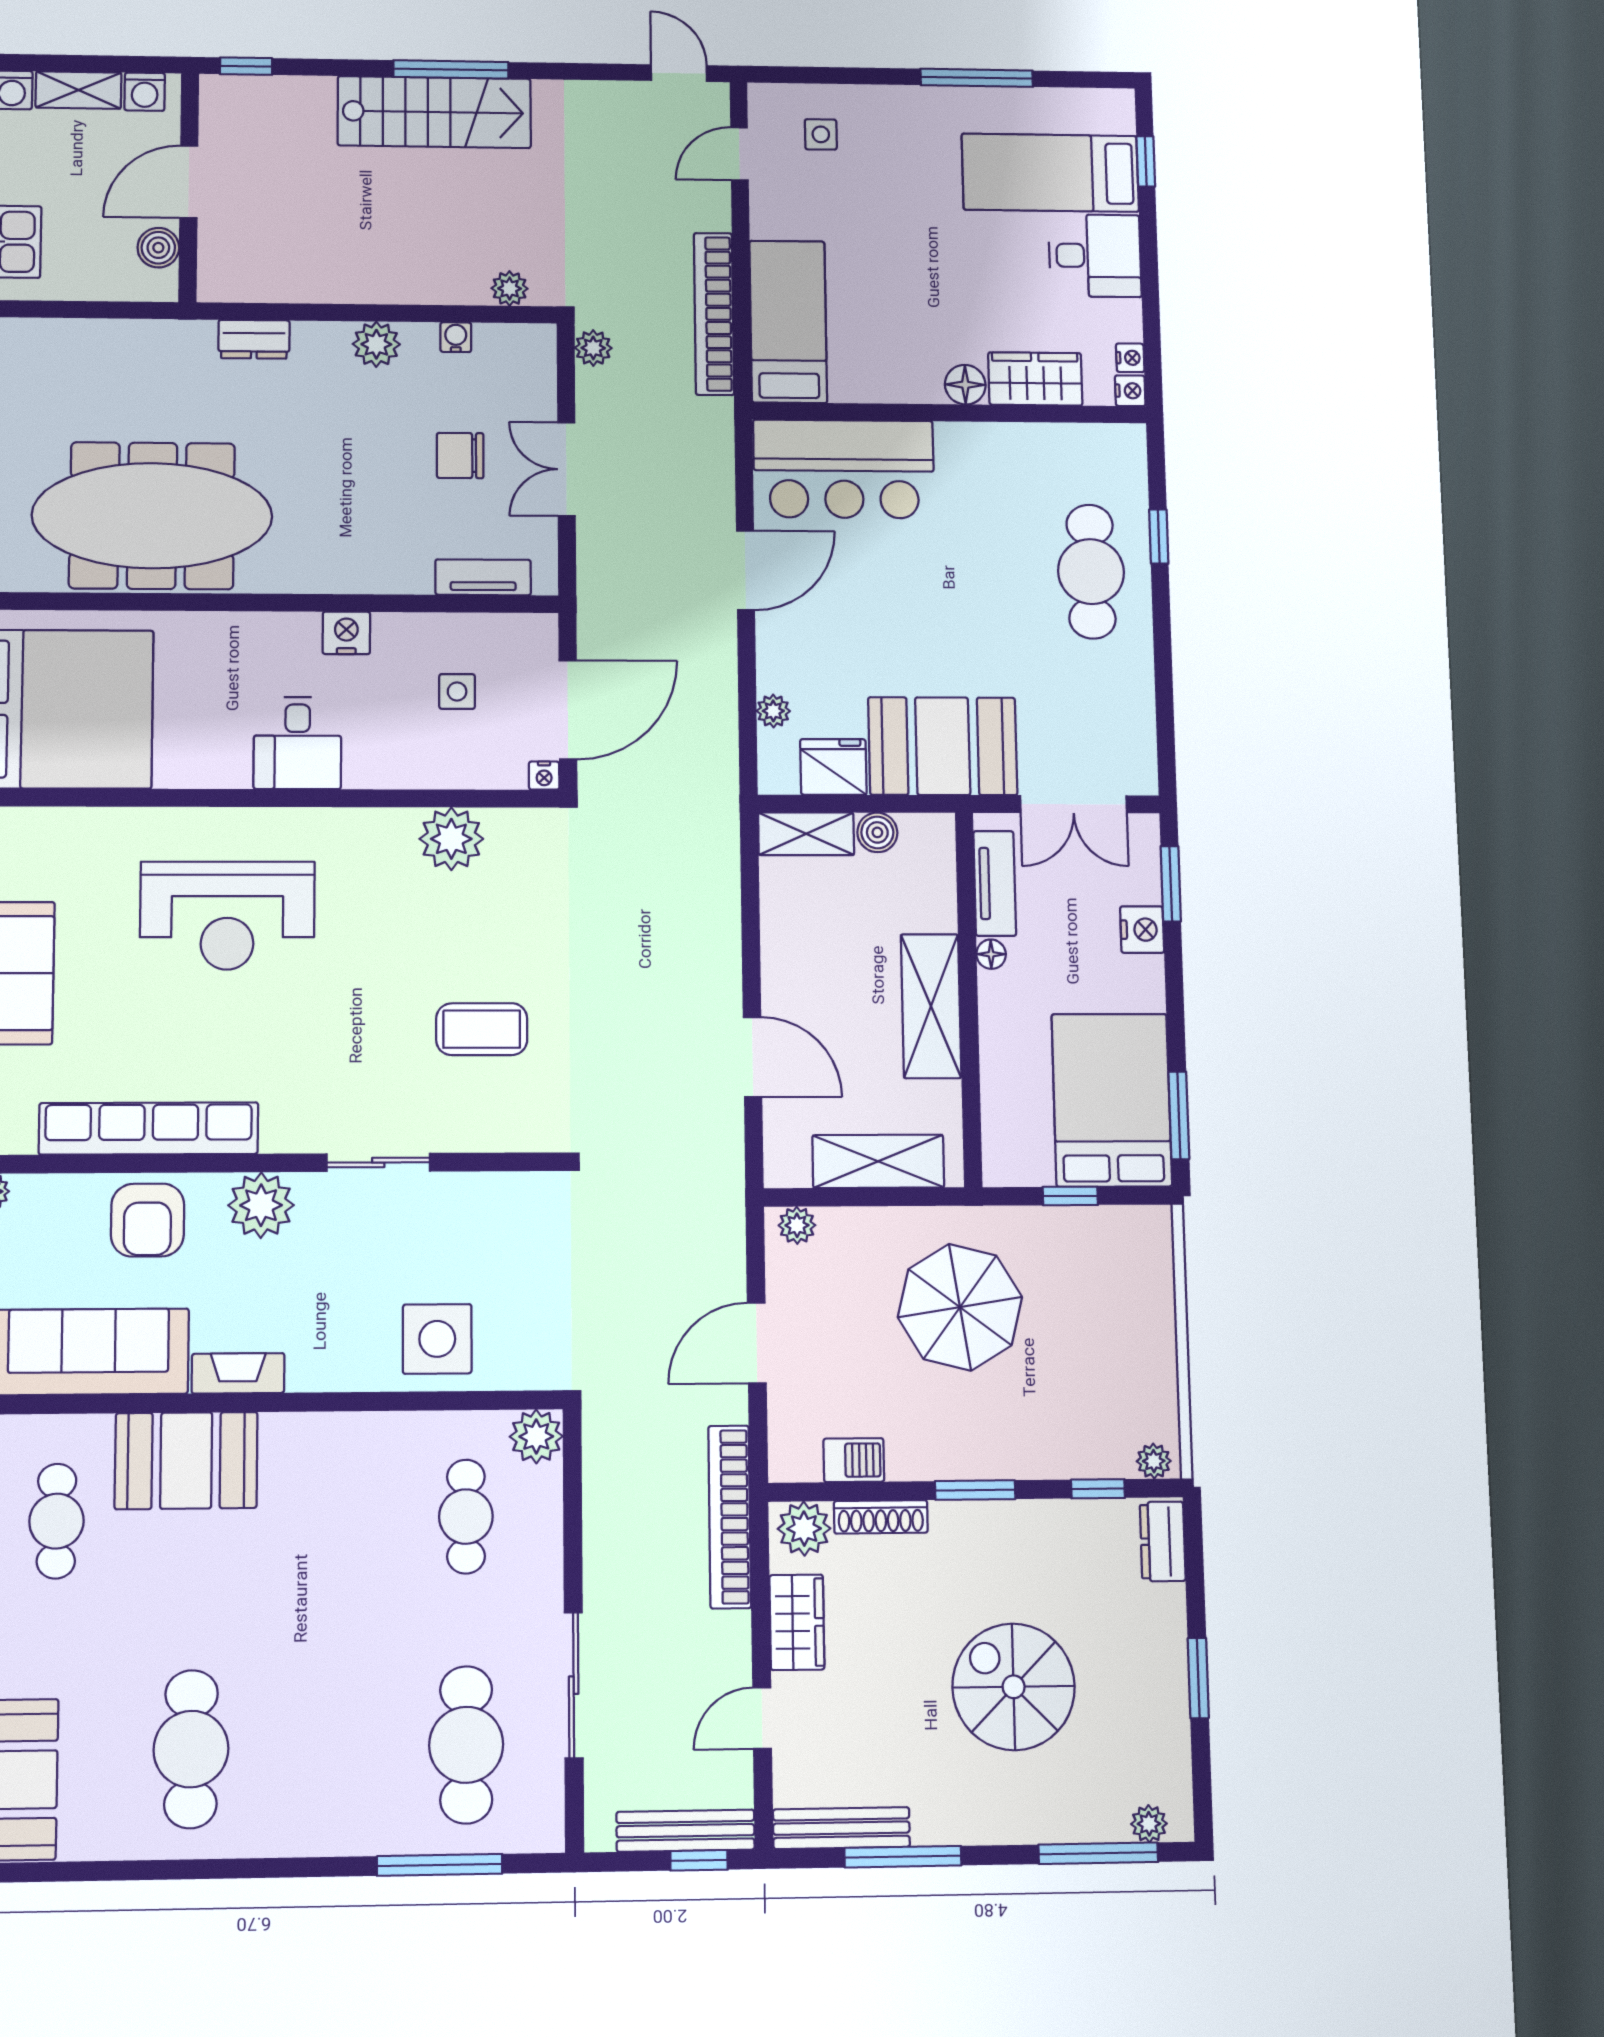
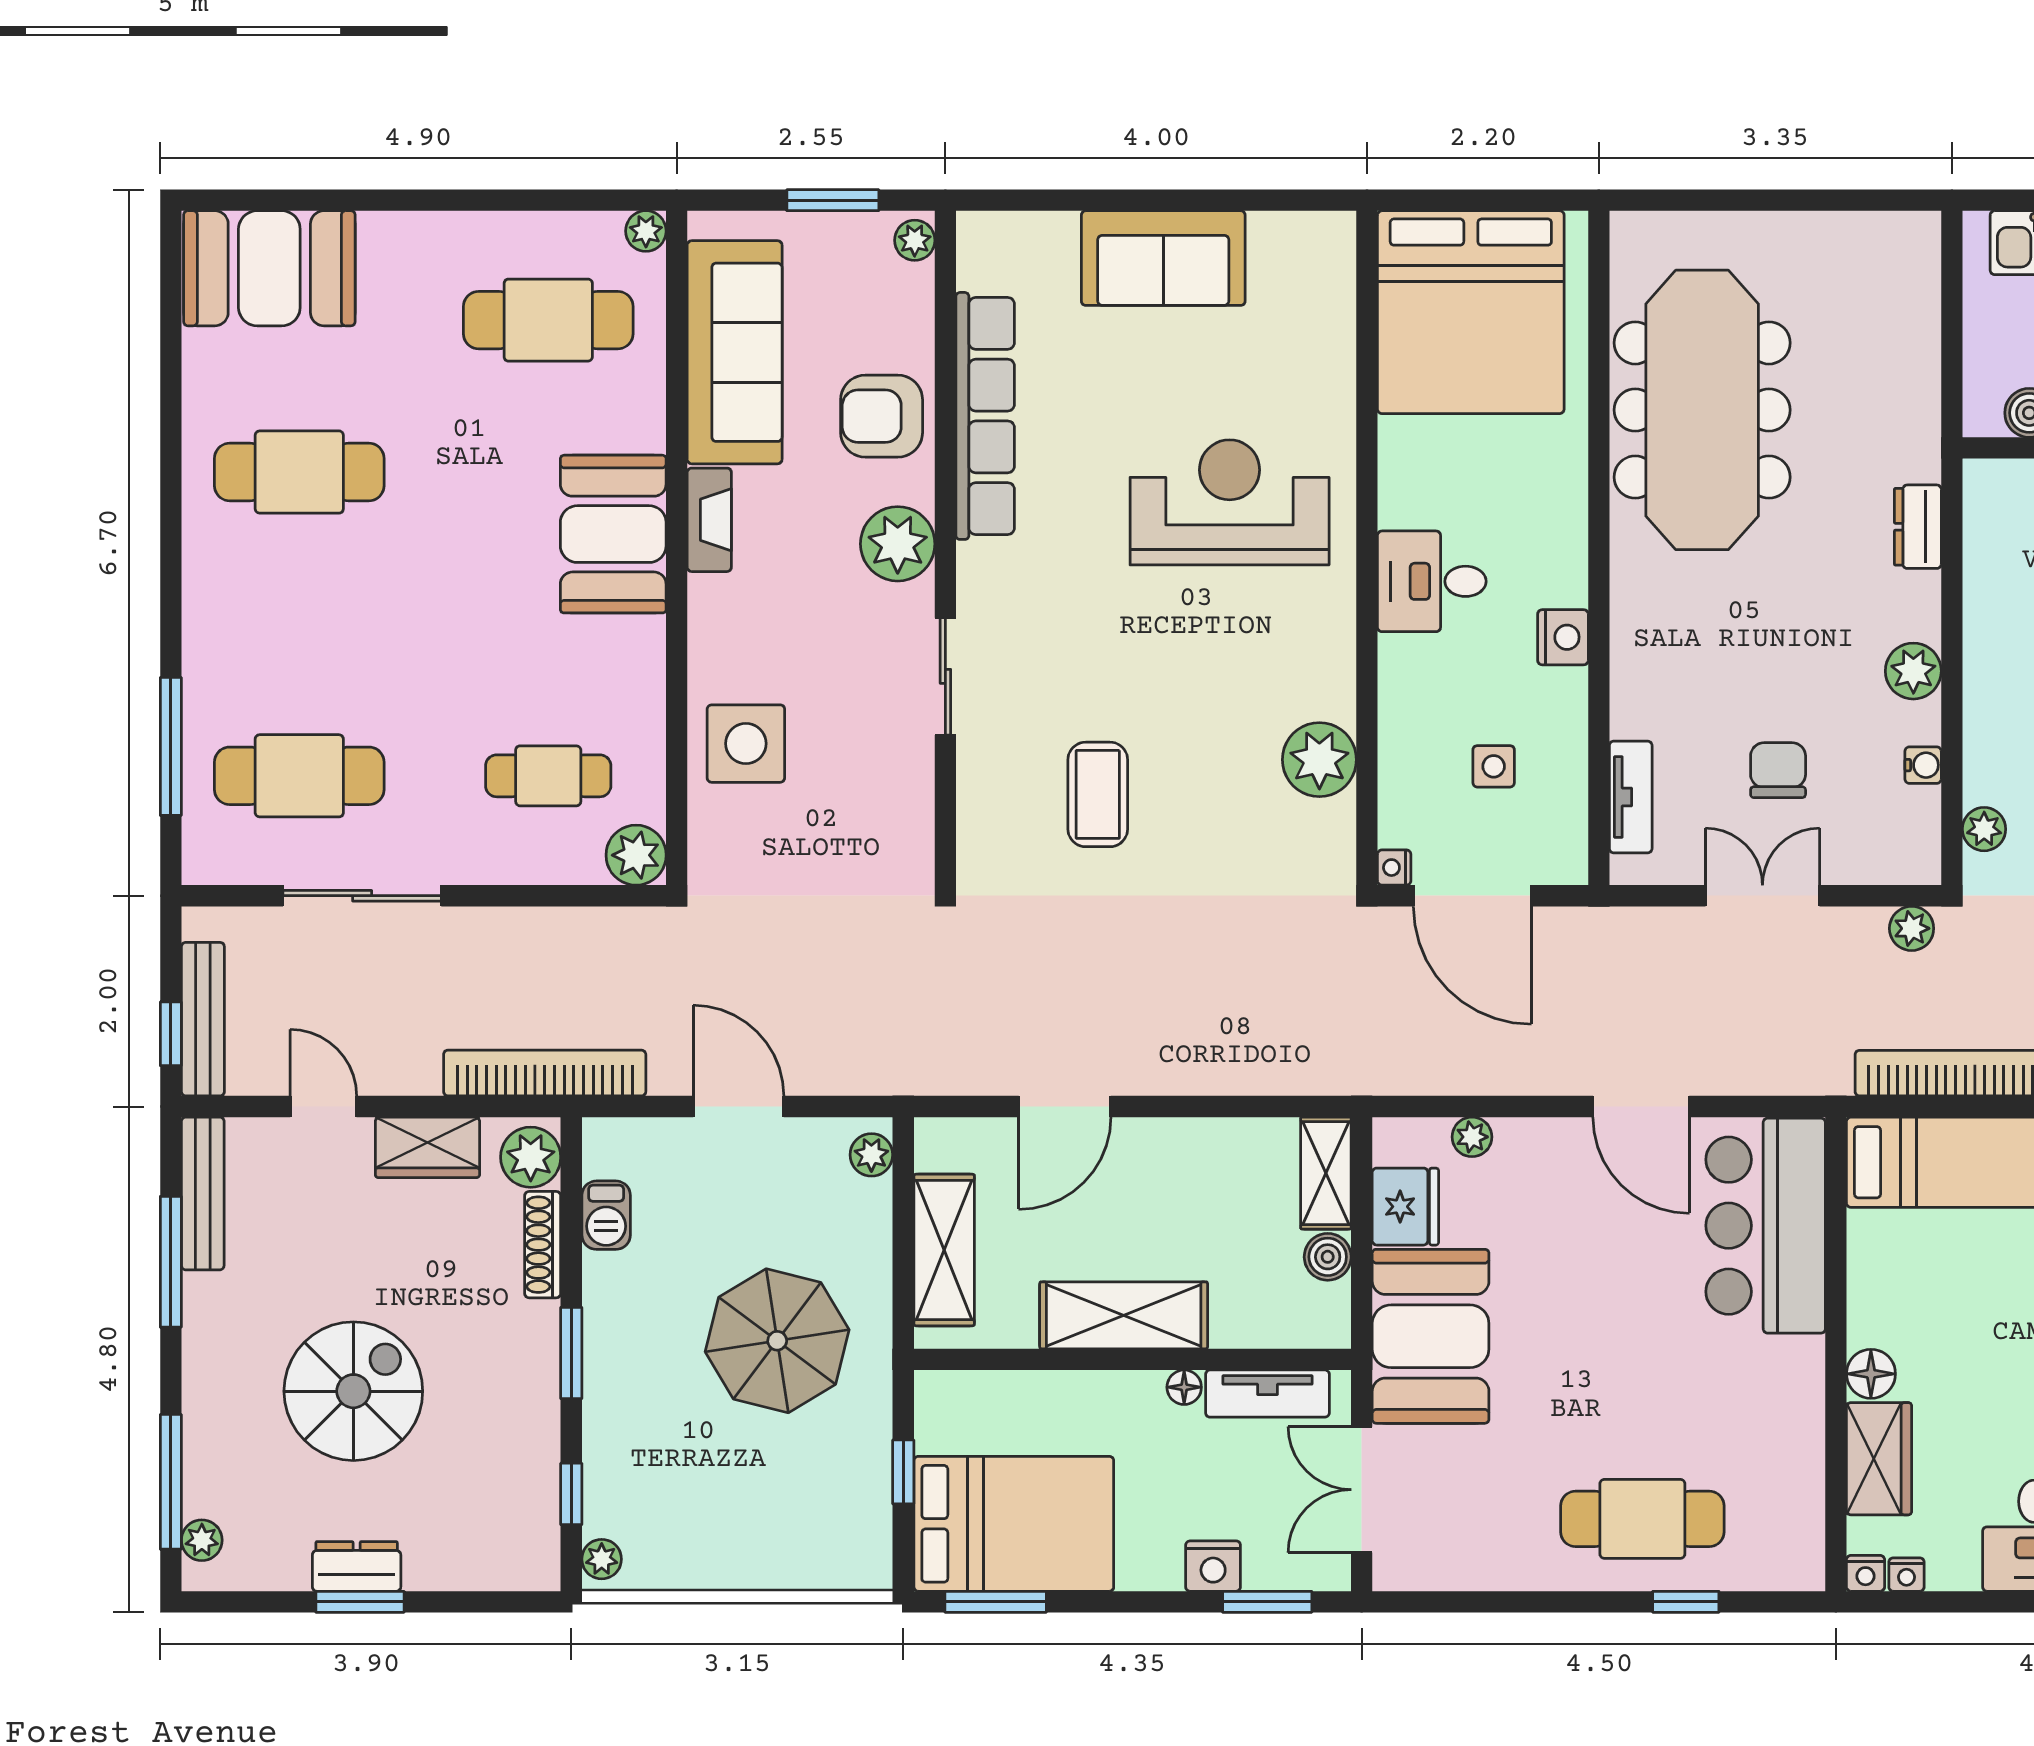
reception desk: (227, 916) -> (1230, 502), turned 90
booth: (186, 1461) -> (613, 534), moved
cafe table: (56, 1521) -> (548, 320), width x1.37, depth x1.35
dresser: (1163, 1541) -> (357, 1566), moved

